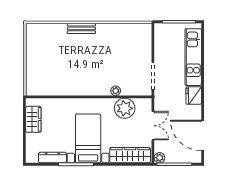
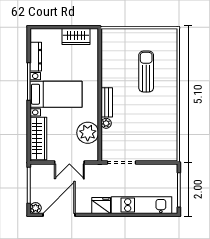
bench: (81, 28) -> (107, 102), moved
sun lounger: (67, 53) -> (146, 72), added
plant: (159, 158) -> (36, 208), moved

